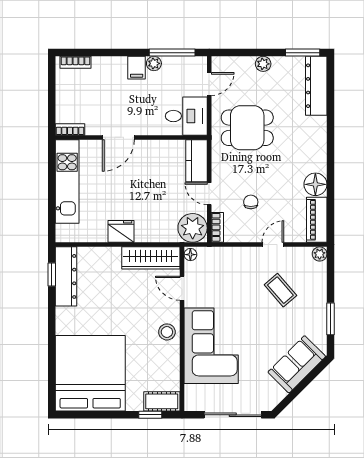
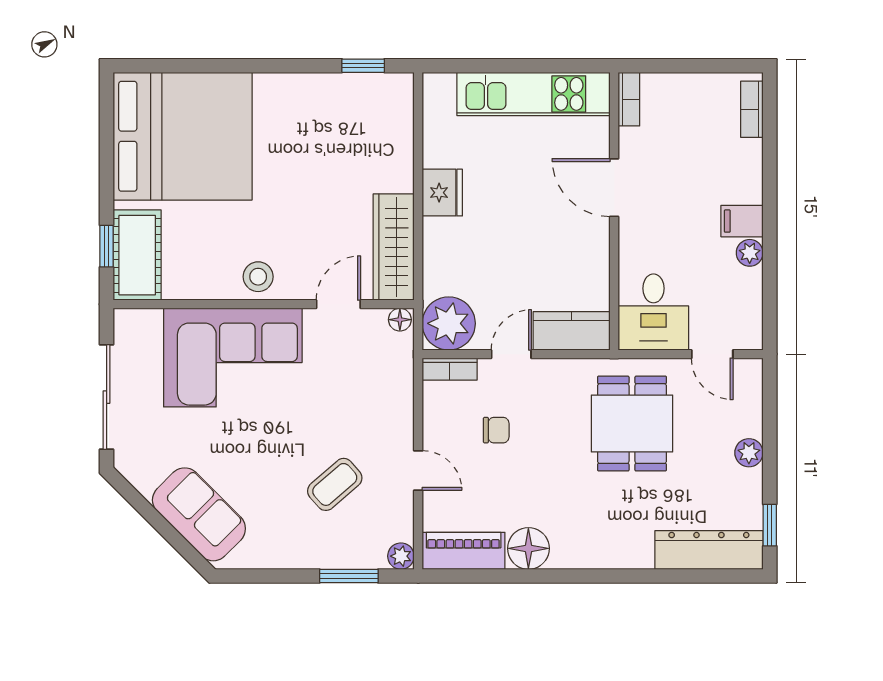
window: (172, 53) -> (770, 286), removed
window: (303, 53) -> (770, 525), width x0.67
dresser: (66, 276) -> (360, 92), removed
window: (330, 319) -> (349, 576), moved
cot: (162, 401) -> (137, 255), width x1.37, depth x1.34

